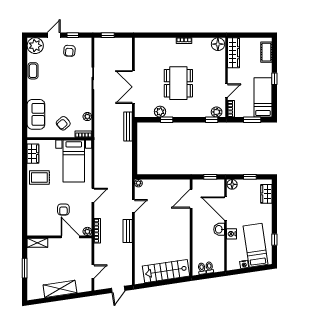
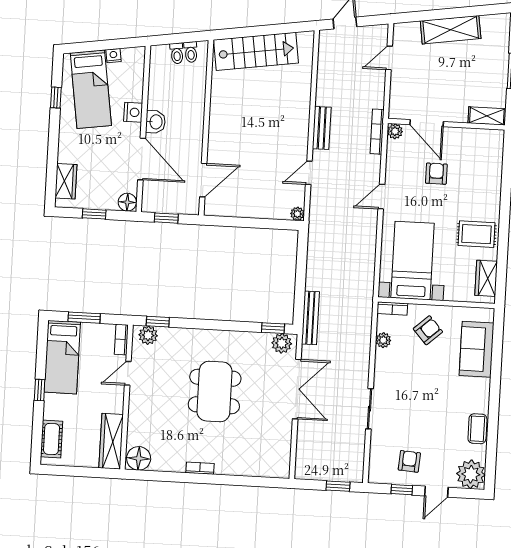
plant: (160, 112) -> (282, 343), moved
window: (167, 120) -> (273, 328), moved

